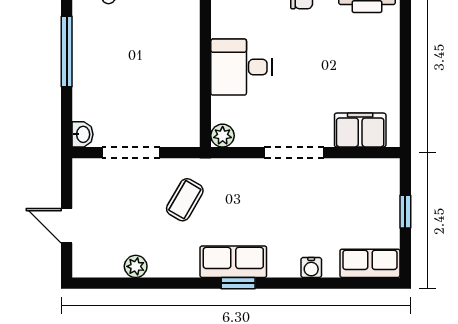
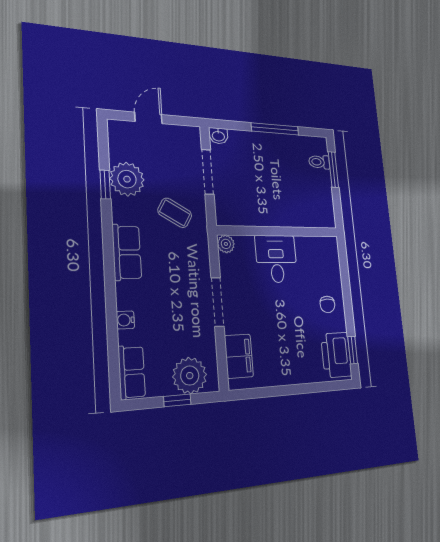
plant: (379, 194) -> (190, 376), added
plant: (136, 266) -> (127, 179), width x1.88, depth x1.88
window: (238, 283) -> (105, 185), moved

